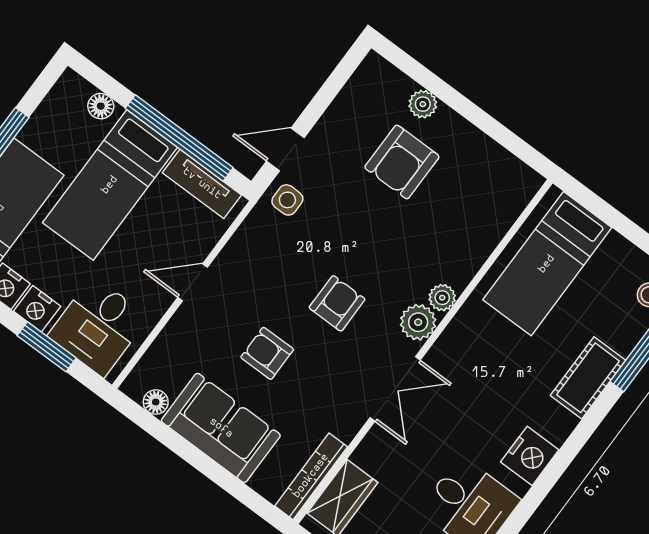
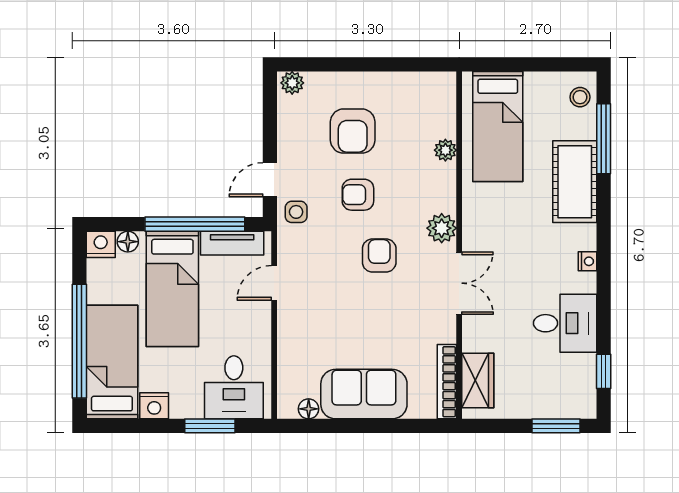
plant: (423, 104) -> (292, 83), moved
door: (193, 282) -> (274, 283), moved
plant: (442, 298) -> (445, 150), moved
nightstand: (37, 309) -> (101, 244), moved, turned 180
armchair: (267, 353) -> (358, 195), moved
cot: (588, 378) -> (575, 182), width x1.37, depth x1.34
nightstand: (530, 456) -> (587, 261), width x0.53, depth x0.56

